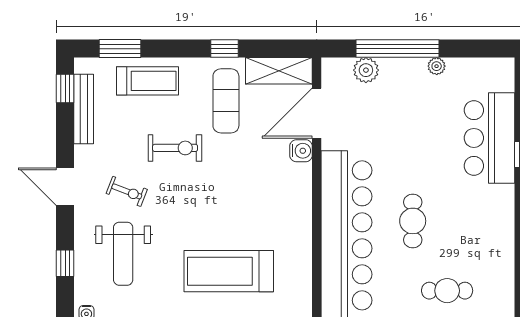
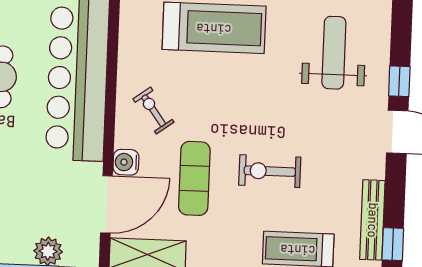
exercise mat: (226, 101) -> (194, 178), moved
exercise bike: (127, 191) -> (153, 111), moved, turned 33
window: (65, 263) -> (399, 81), moved

